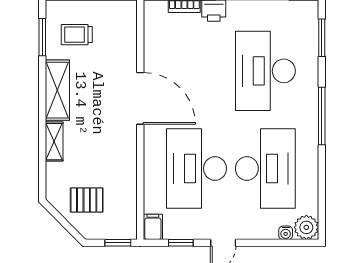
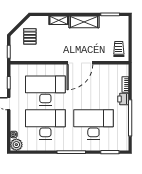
trolley: (77, 35) -> (119, 49), moved
desk: (265, 168) -> (45, 124), turned 180
filing cabinet: (153, 227) -> (17, 69), removed

